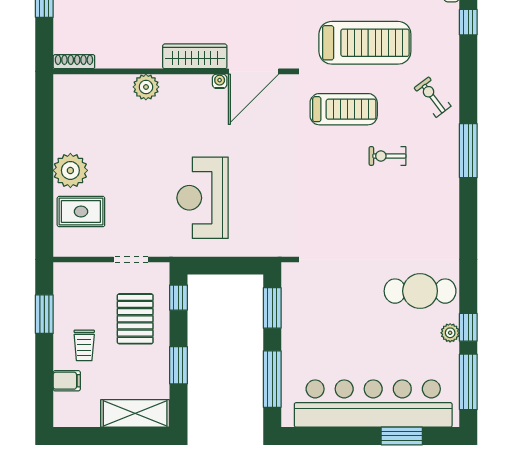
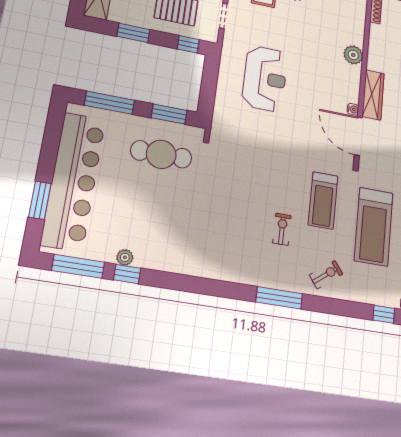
reception desk: (203, 198) -> (265, 79), turned 90
cafe table: (420, 291) -> (161, 154), moved, turned 90

